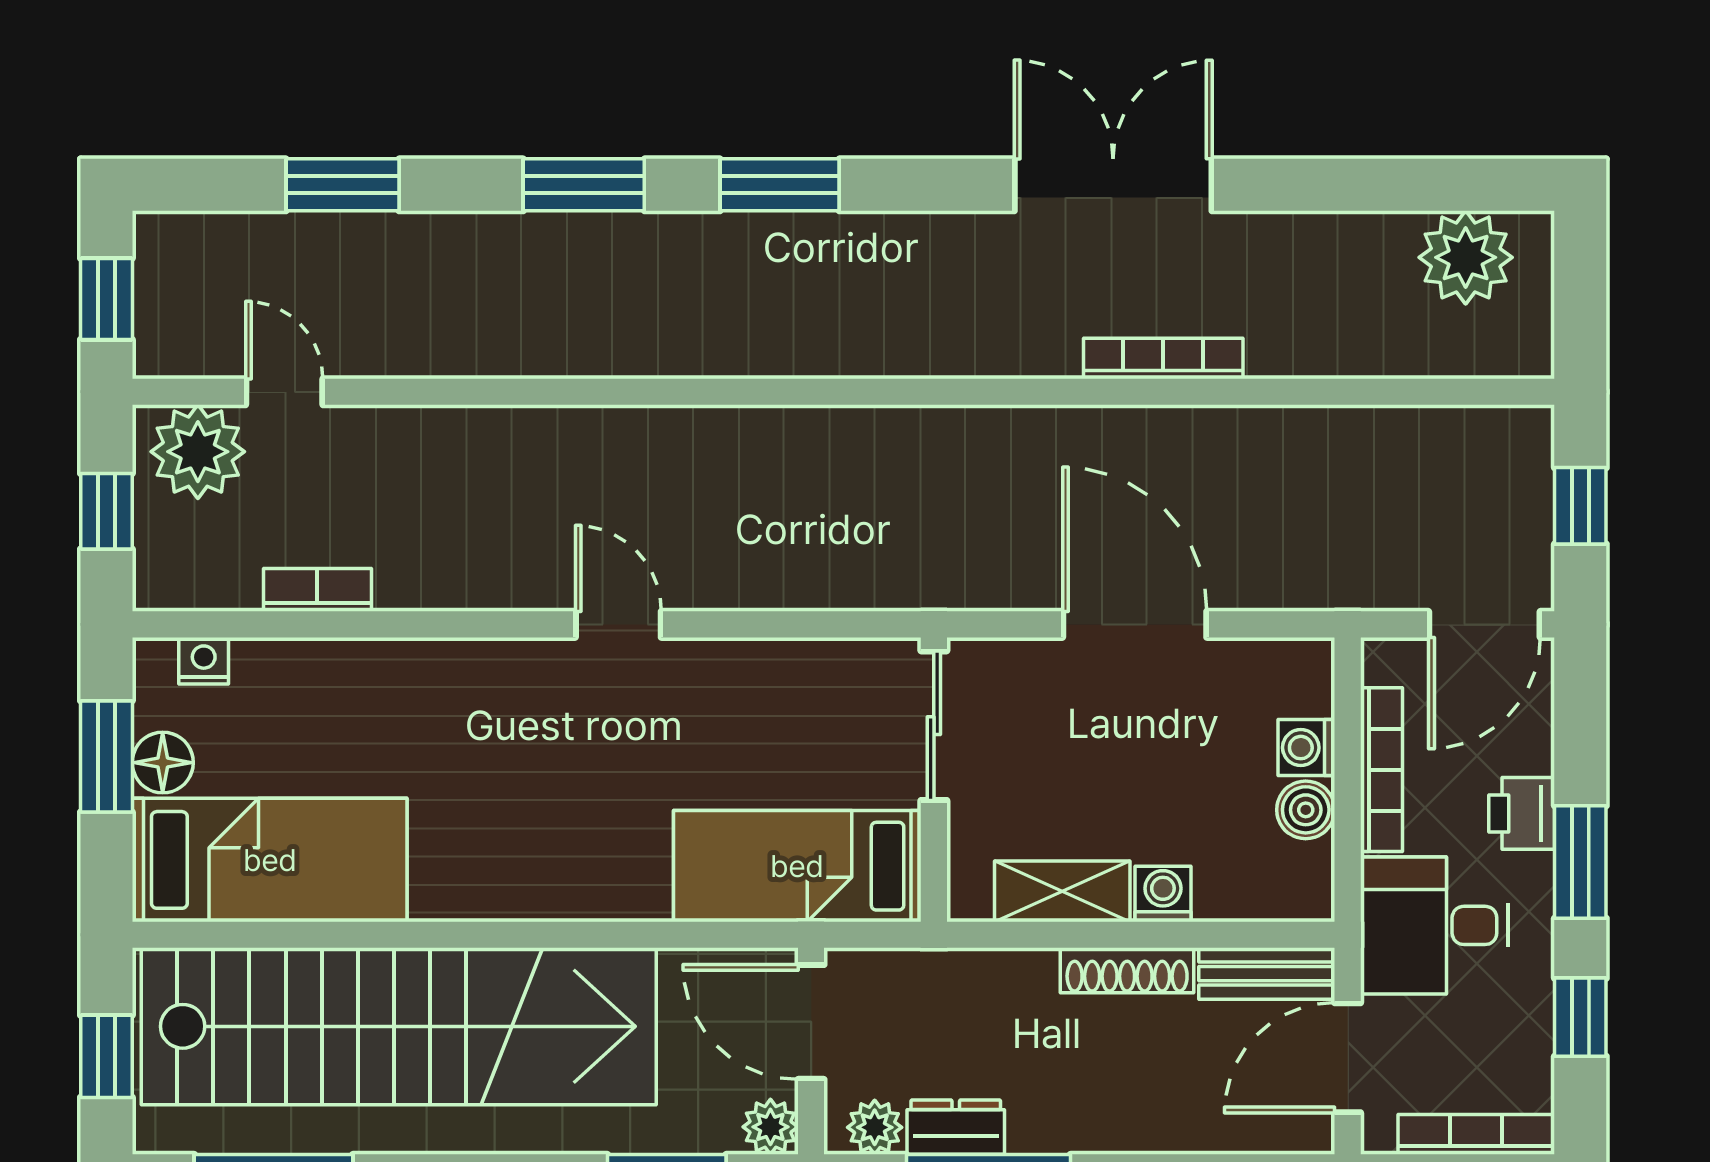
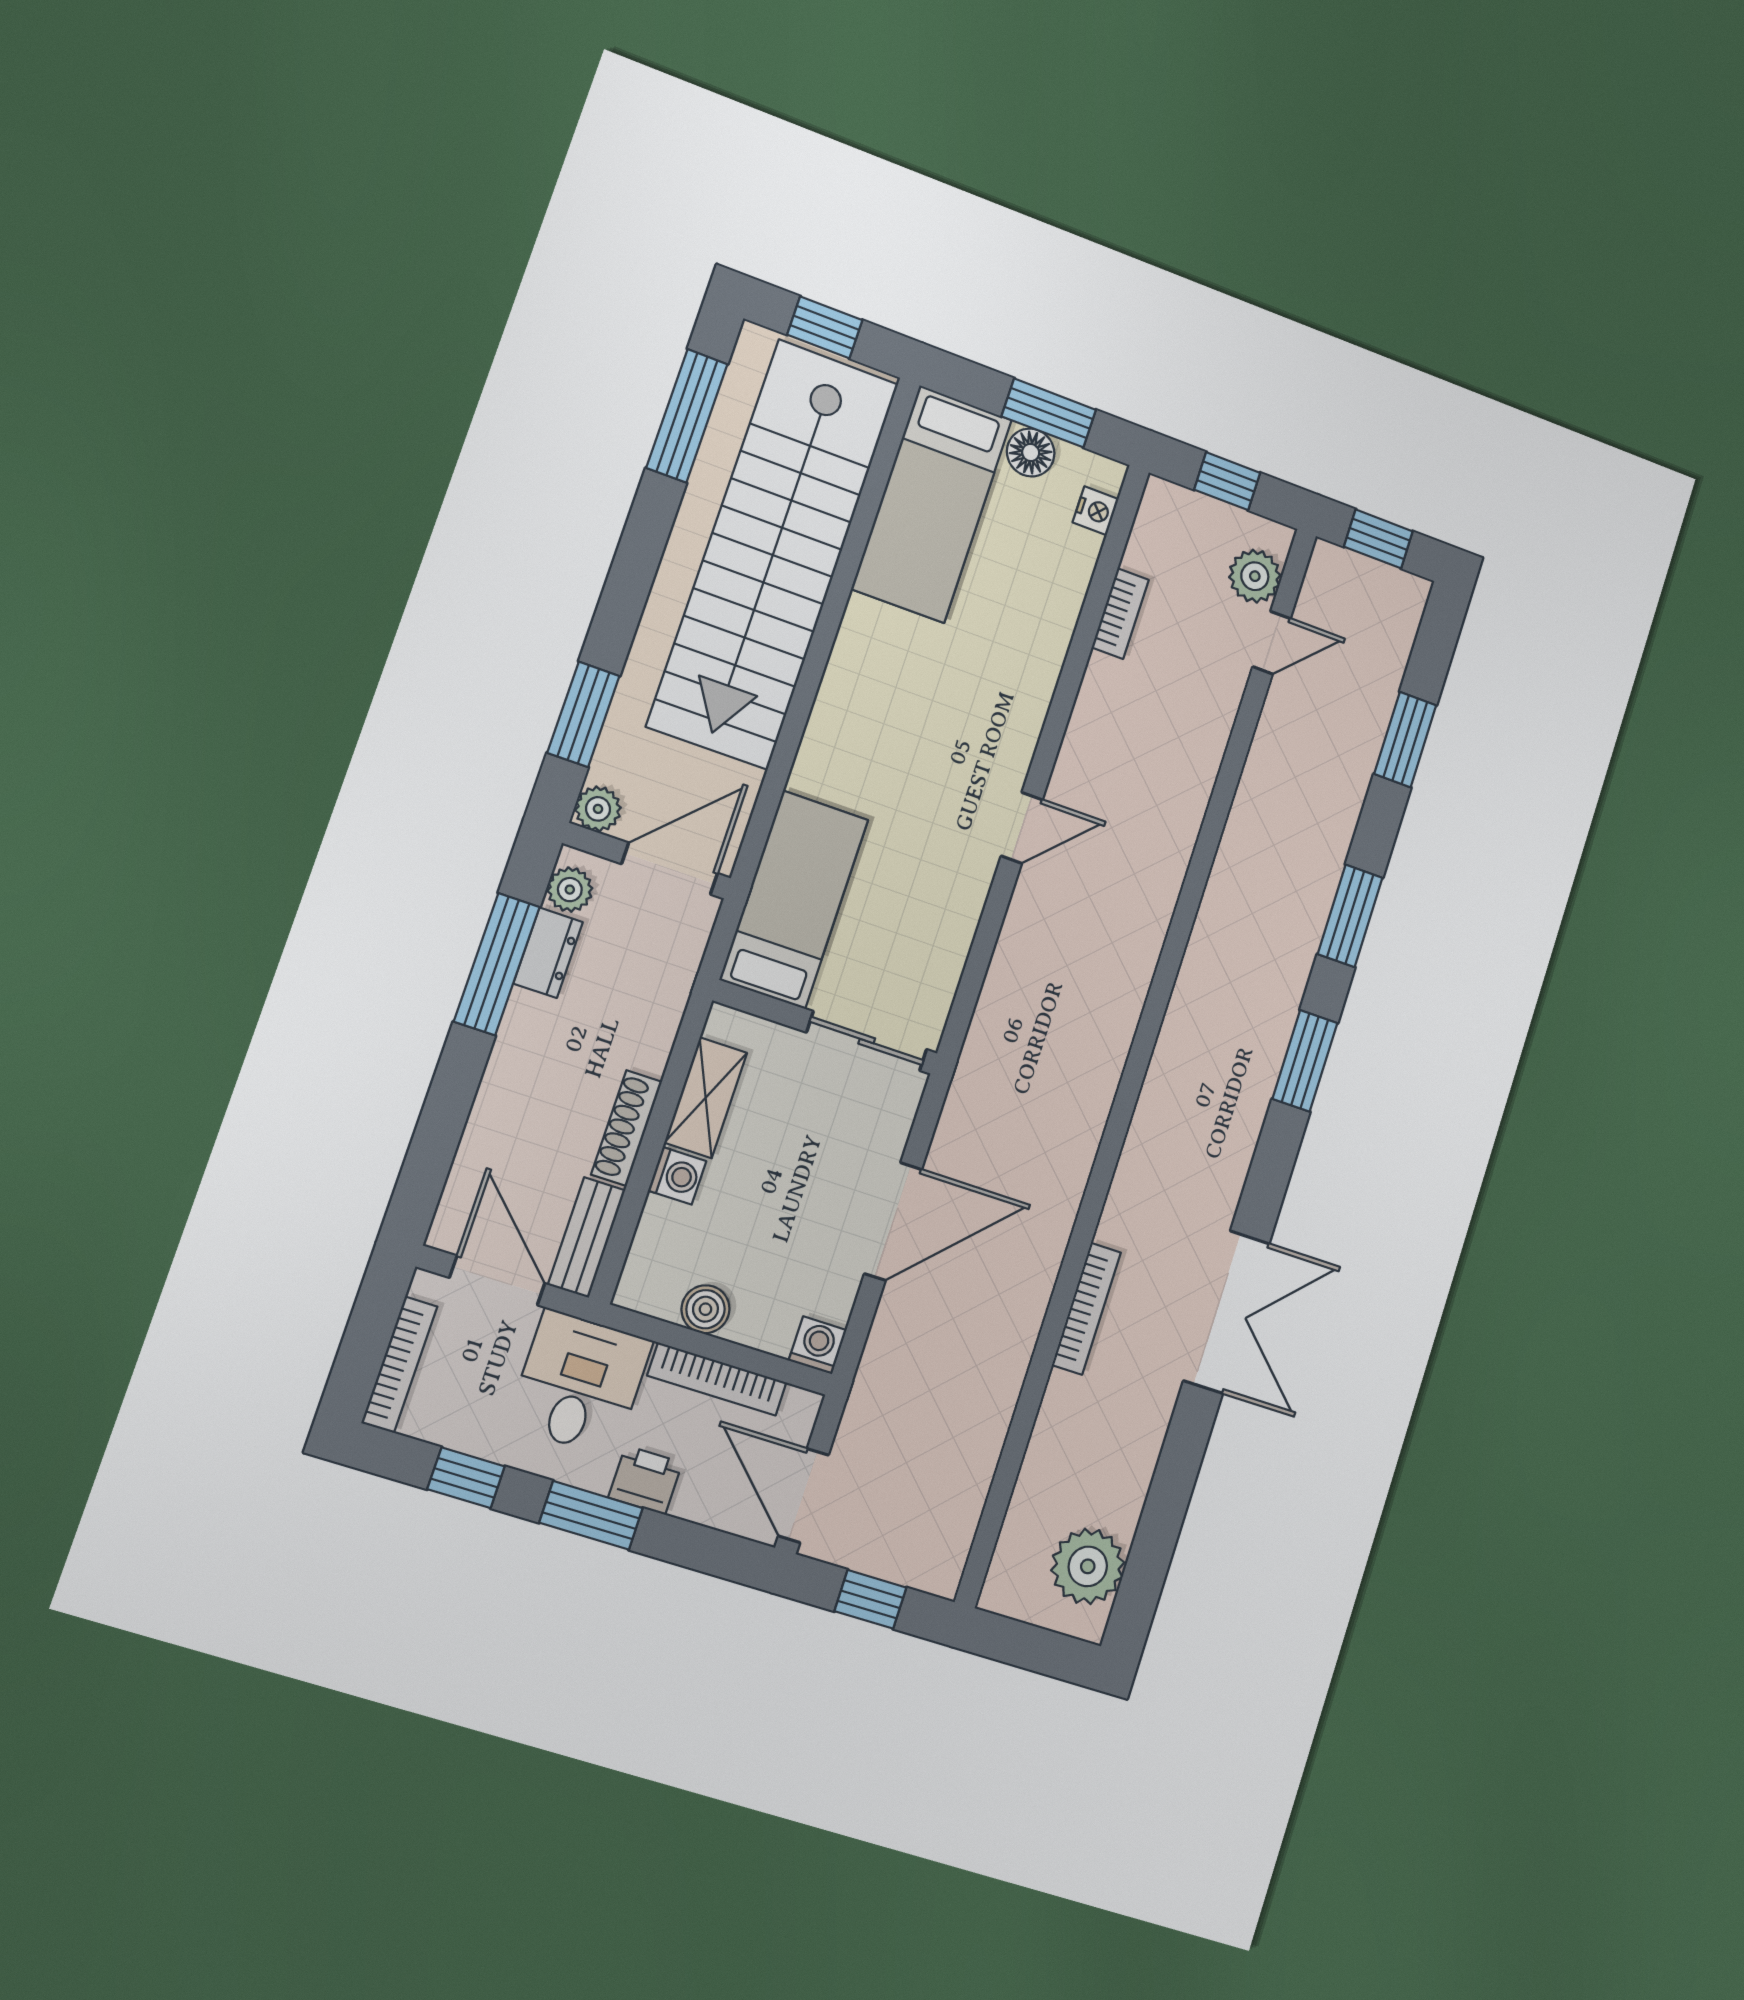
plant: (198, 452) -> (1255, 576), width x0.73, depth x0.73
washing machine: (1306, 748) -> (818, 1345), moved

